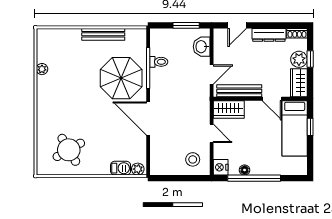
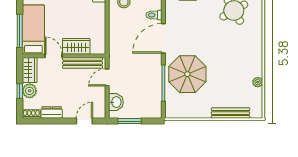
bench: (103, 34) -> (230, 113), moved
dresser: (269, 35) -> (52, 113), width x0.70
toilet: (159, 62) -> (154, 15), moved
wardrobe: (229, 109) -> (76, 46), moved
door: (148, 119) -> (163, 38), swing flipped
window: (310, 127) -> (20, 31), width x2.17
door: (212, 133) -> (107, 25), removed

